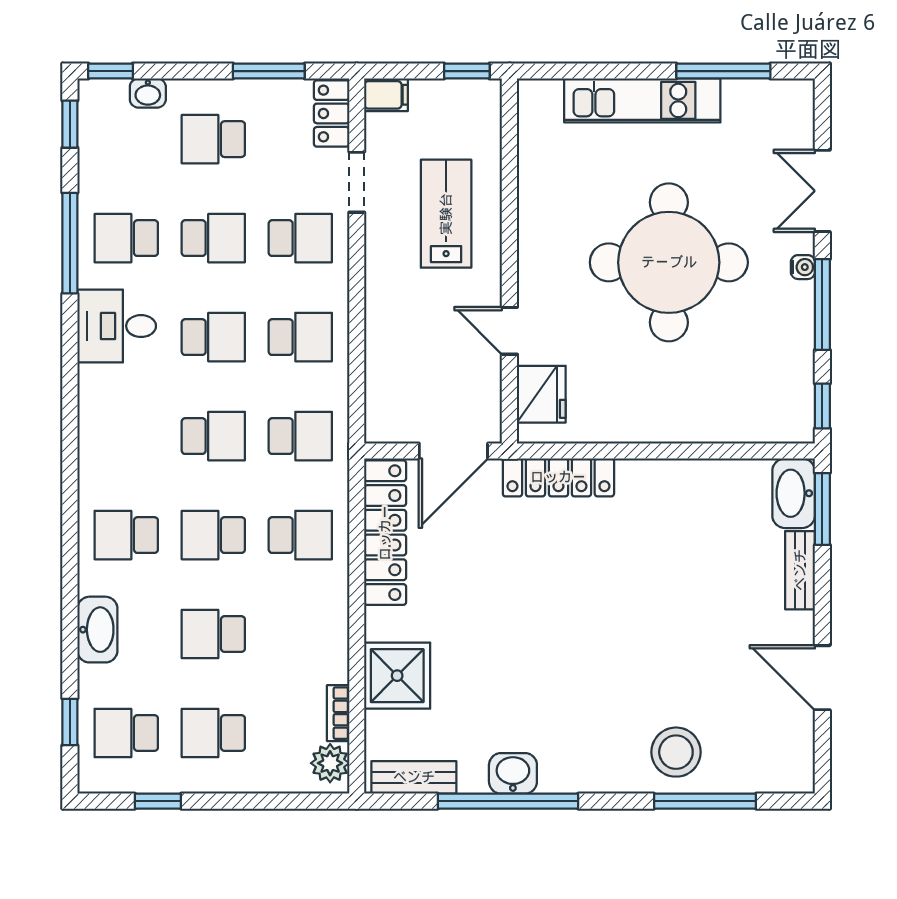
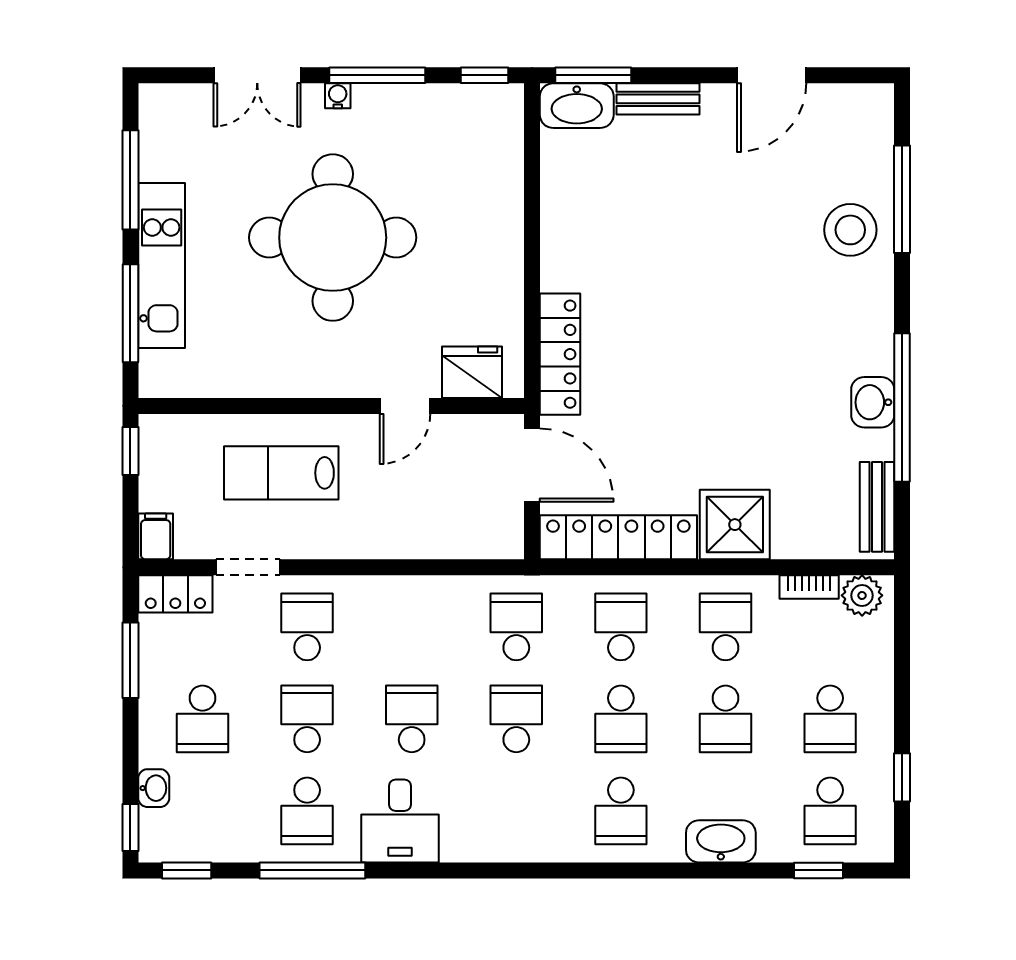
window: (597, 71) -> (130, 313), added
school desk: (300, 337) -> (726, 627), moved
shower: (397, 676) -> (735, 525), moved

